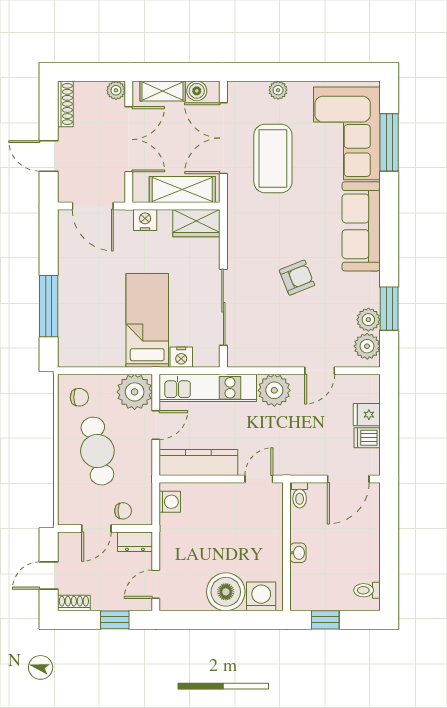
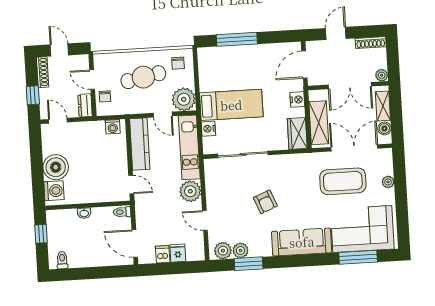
shoe rack: (74, 603) -> (43, 72), width x1.43

